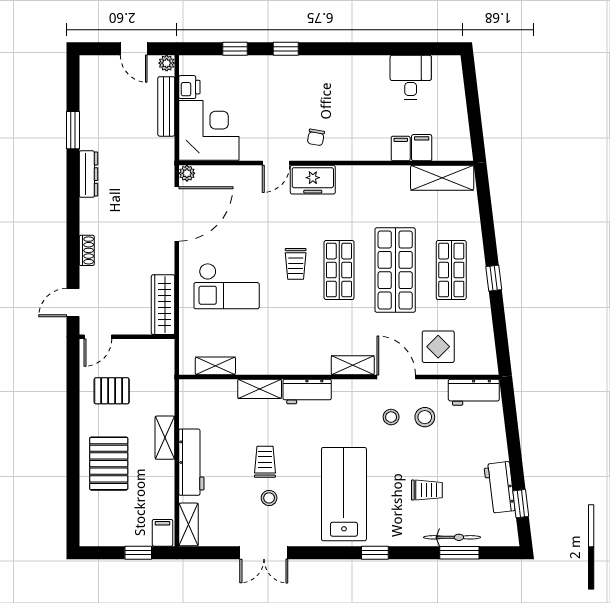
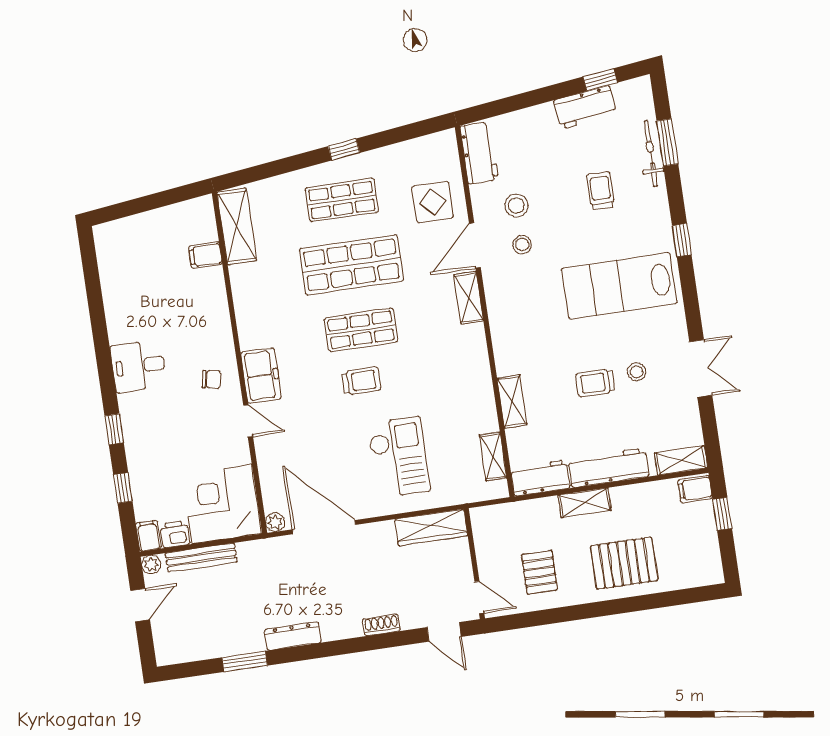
desk: (411, 77) -> (138, 366), moved
filing cabinet: (401, 149) -> (148, 536), moved, turned 90
workbench: (307, 391) -> (540, 478), moved, turned -90

